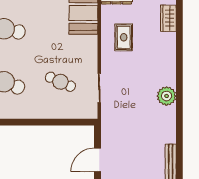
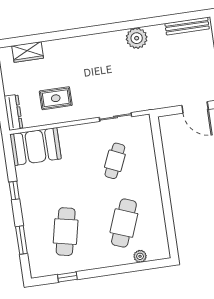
plant: (167, 96) -> (137, 38), moved

